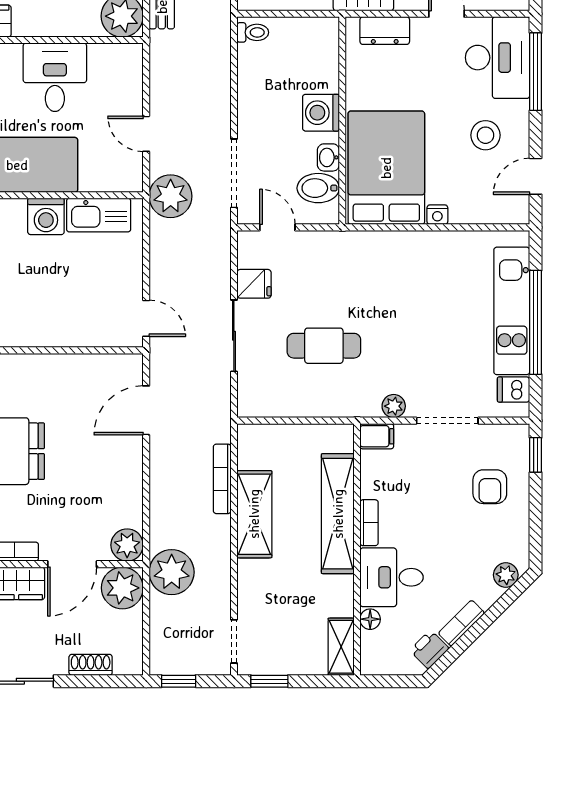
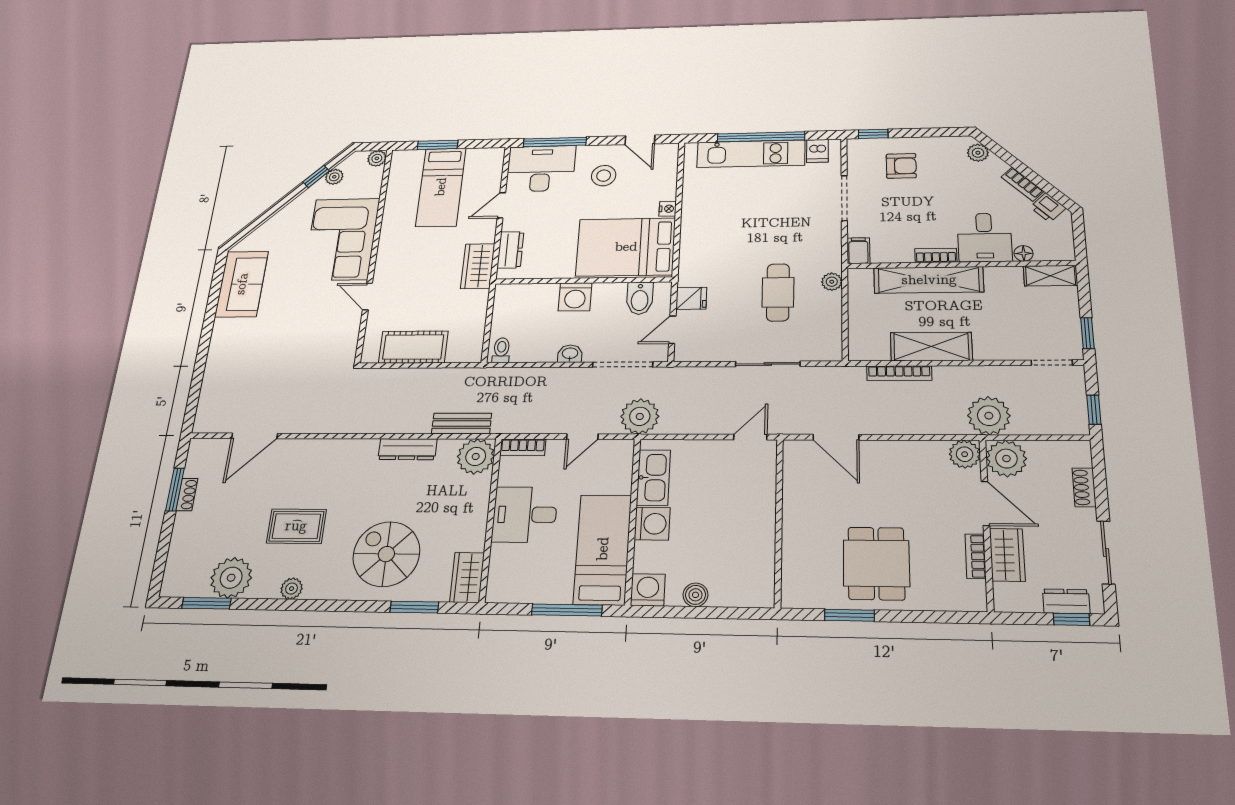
bookcase: (133, 68) -> (523, 447), added
washbasin: (328, 157) -> (570, 354), moved, turned 180
fridge: (254, 284) -> (691, 298), moved, turned 90
plant: (394, 406) -> (832, 282), moved

